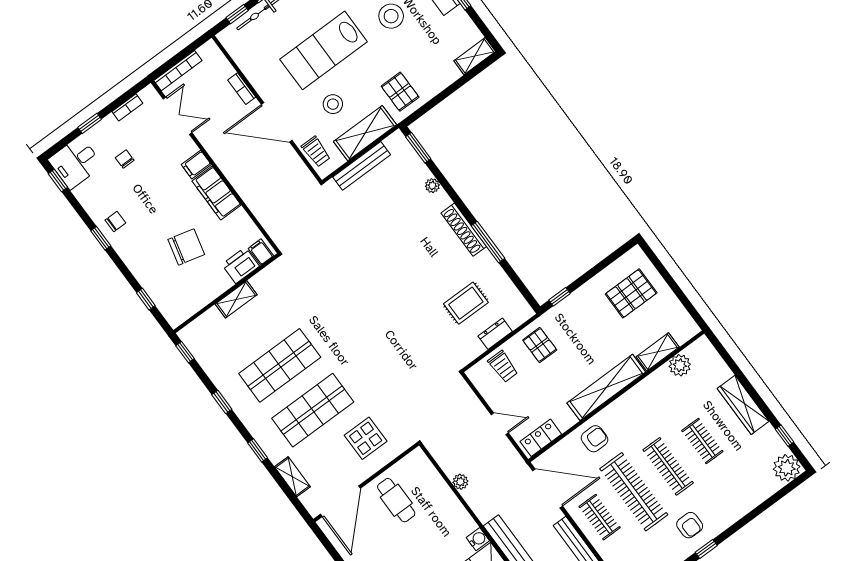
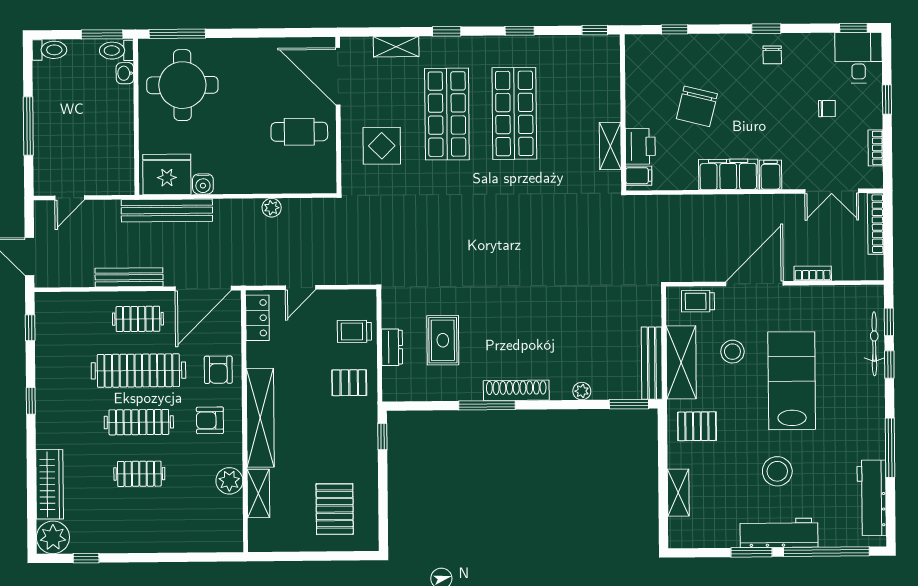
shelving: (475, 56) -> (678, 493), moved
bench: (362, 166) -> (652, 363), moved
shelving: (236, 299) -> (610, 146), moved
plant: (680, 365) -> (229, 481), moved
wardrobe: (743, 405) -> (50, 484), moved, turned 90
armchair: (690, 525) -> (210, 420), moved

